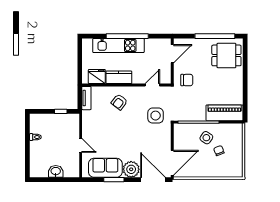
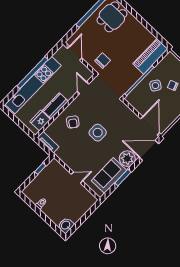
kitchen unit: (118, 46) -> (33, 85), width x1.36
side table: (156, 116) -> (98, 133), moved
washbasin: (56, 171) -> (66, 225), moved

